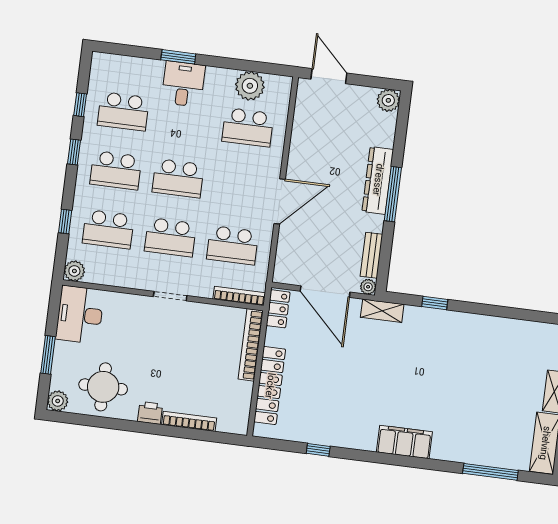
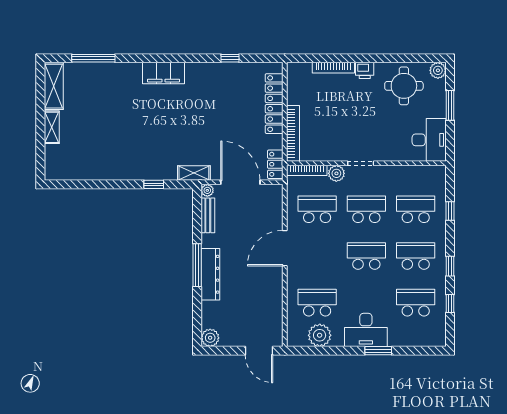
desk: (183, 84) -> (366, 330), width x1.37
plant: (74, 271) -> (336, 173), moved

